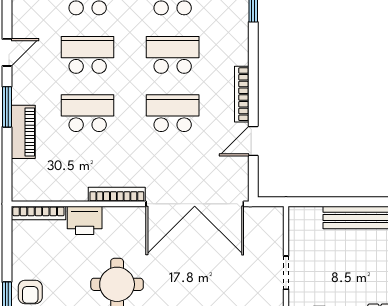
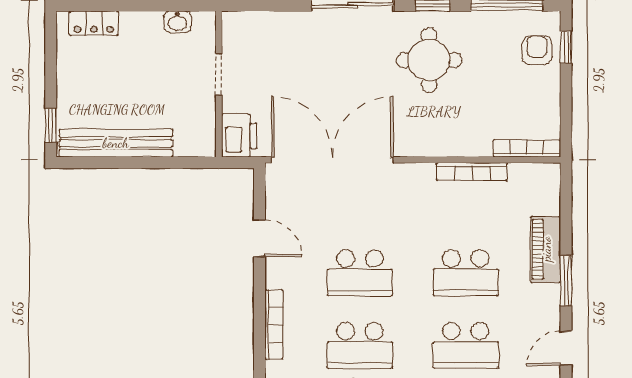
bookcase: (242, 94) -> (274, 325), moved
door: (253, 141) -> (260, 238), hinge flipped
bookcase: (117, 194) -> (472, 172), moved
printer: (85, 220) -> (239, 136), moved, turned 90

